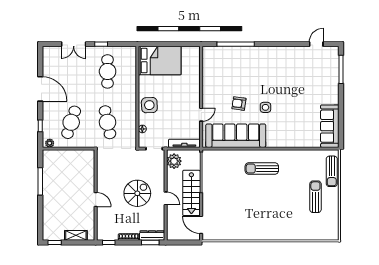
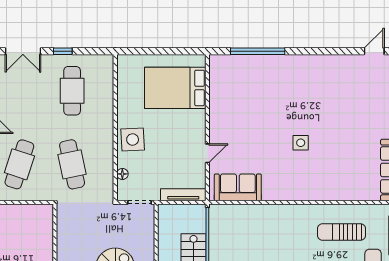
bed: (160, 61) -> (175, 88), moved, turned 180
armchair: (239, 104) -> (262, 137), removed
sofa: (236, 136) -> (238, 187), width x0.54, depth x0.79
plant: (174, 161) -> (168, 221), removed
sun lounger: (262, 169) -> (342, 232), moved

